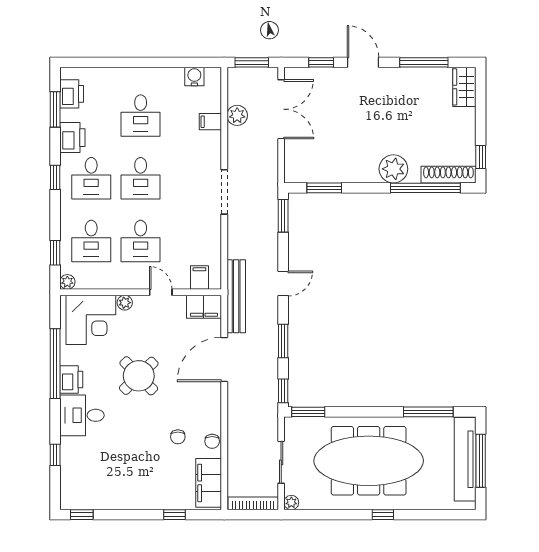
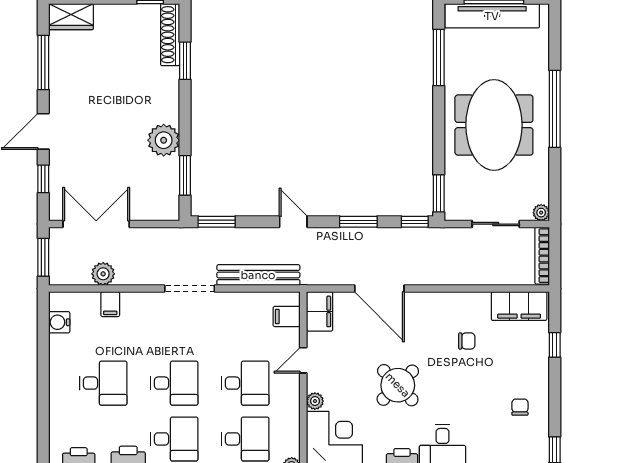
plant: (393, 169) -> (164, 140), moved
window: (425, 188) -> (185, 61), width x0.47
bench: (236, 296) -> (258, 275), moved
chair: (212, 441) -> (520, 407), moved, turned -90
meeting table: (369, 461) -> (494, 125), width x0.73
window: (383, 515) -> (555, 109), width x3.17

